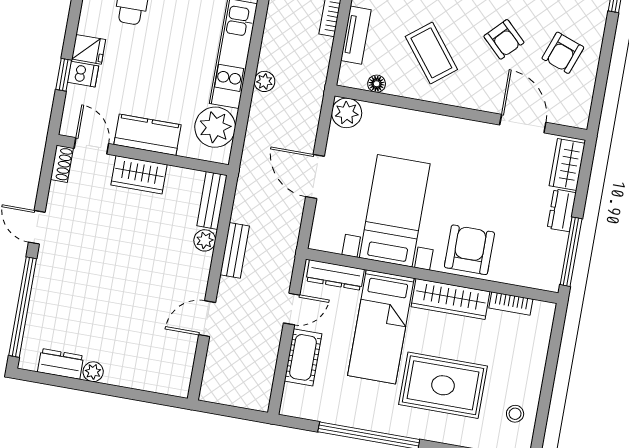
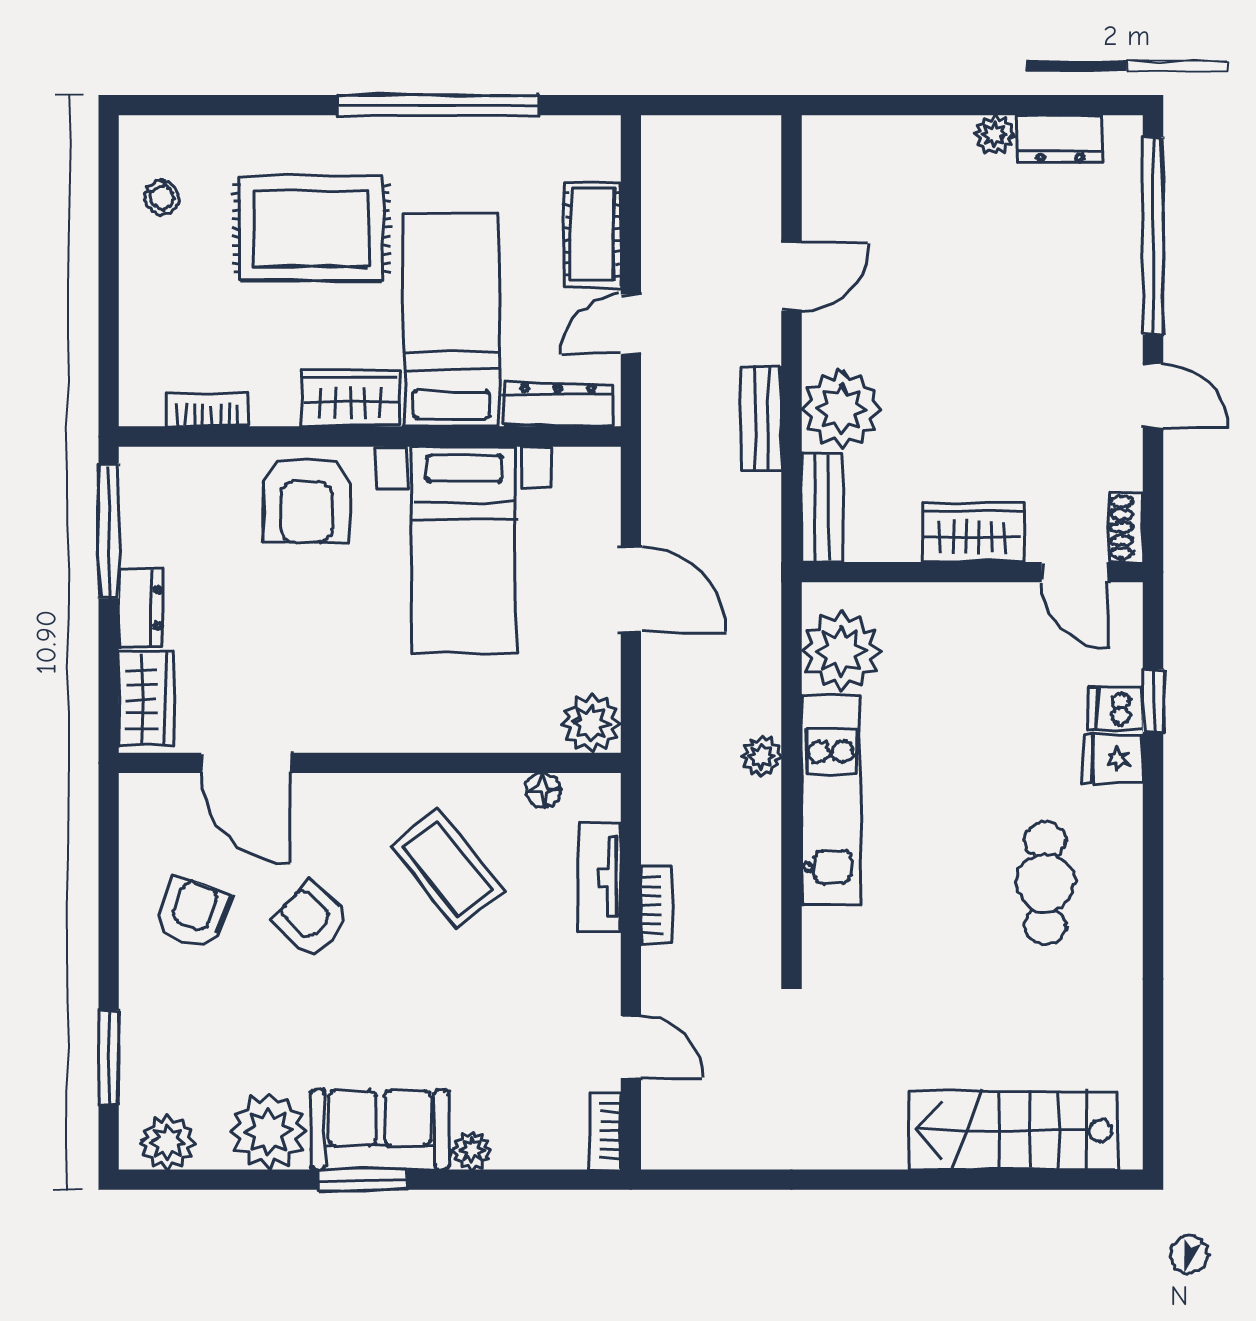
kitchen counter: (148, 135) -> (970, 613), removed
plant: (205, 240) -> (841, 409), width x1.88, depth x1.88
wardrobe: (450, 299) -> (351, 398), width x0.67

